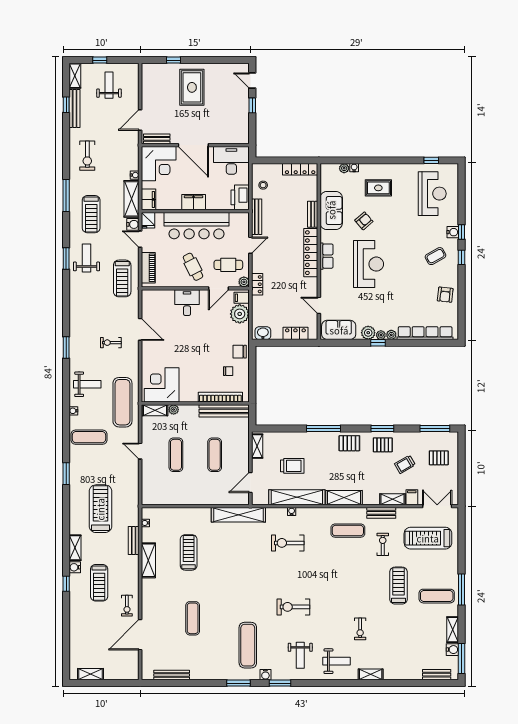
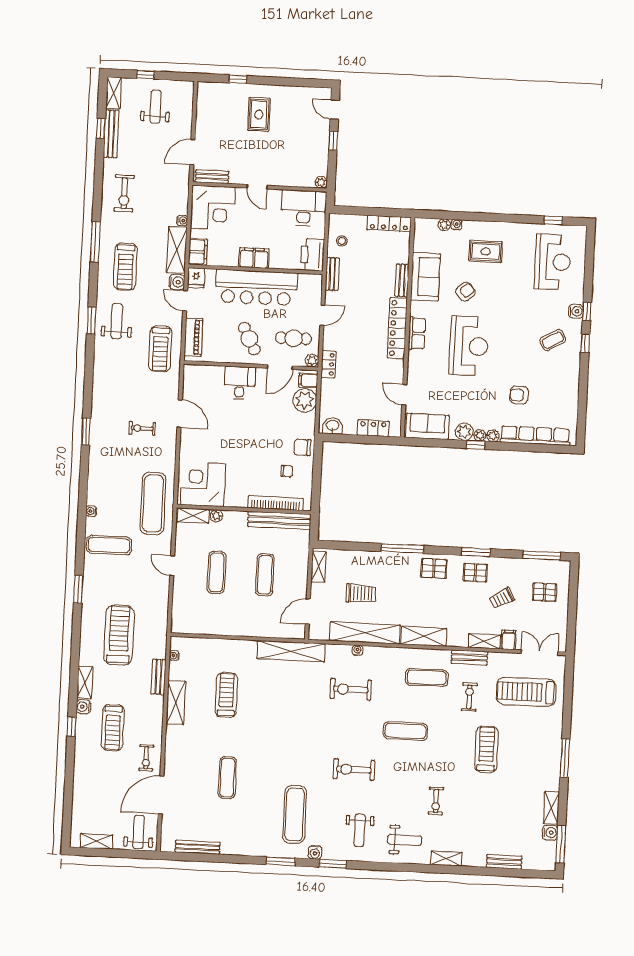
rug: (192, 87) -> (259, 114), width x0.73, depth x0.70
plant: (244, 139) -> (321, 182), added
door: (193, 145) -> (257, 187), width x0.53
bench: (257, 217) -> (332, 274), width x0.73
armchair: (445, 295) -> (519, 395), moved, turned 84
weight bench: (87, 384) -> (139, 832), moved, turned -90
exercise mat: (437, 596) -> (405, 731), moved
bench: (437, 675) -> (504, 862), moved

